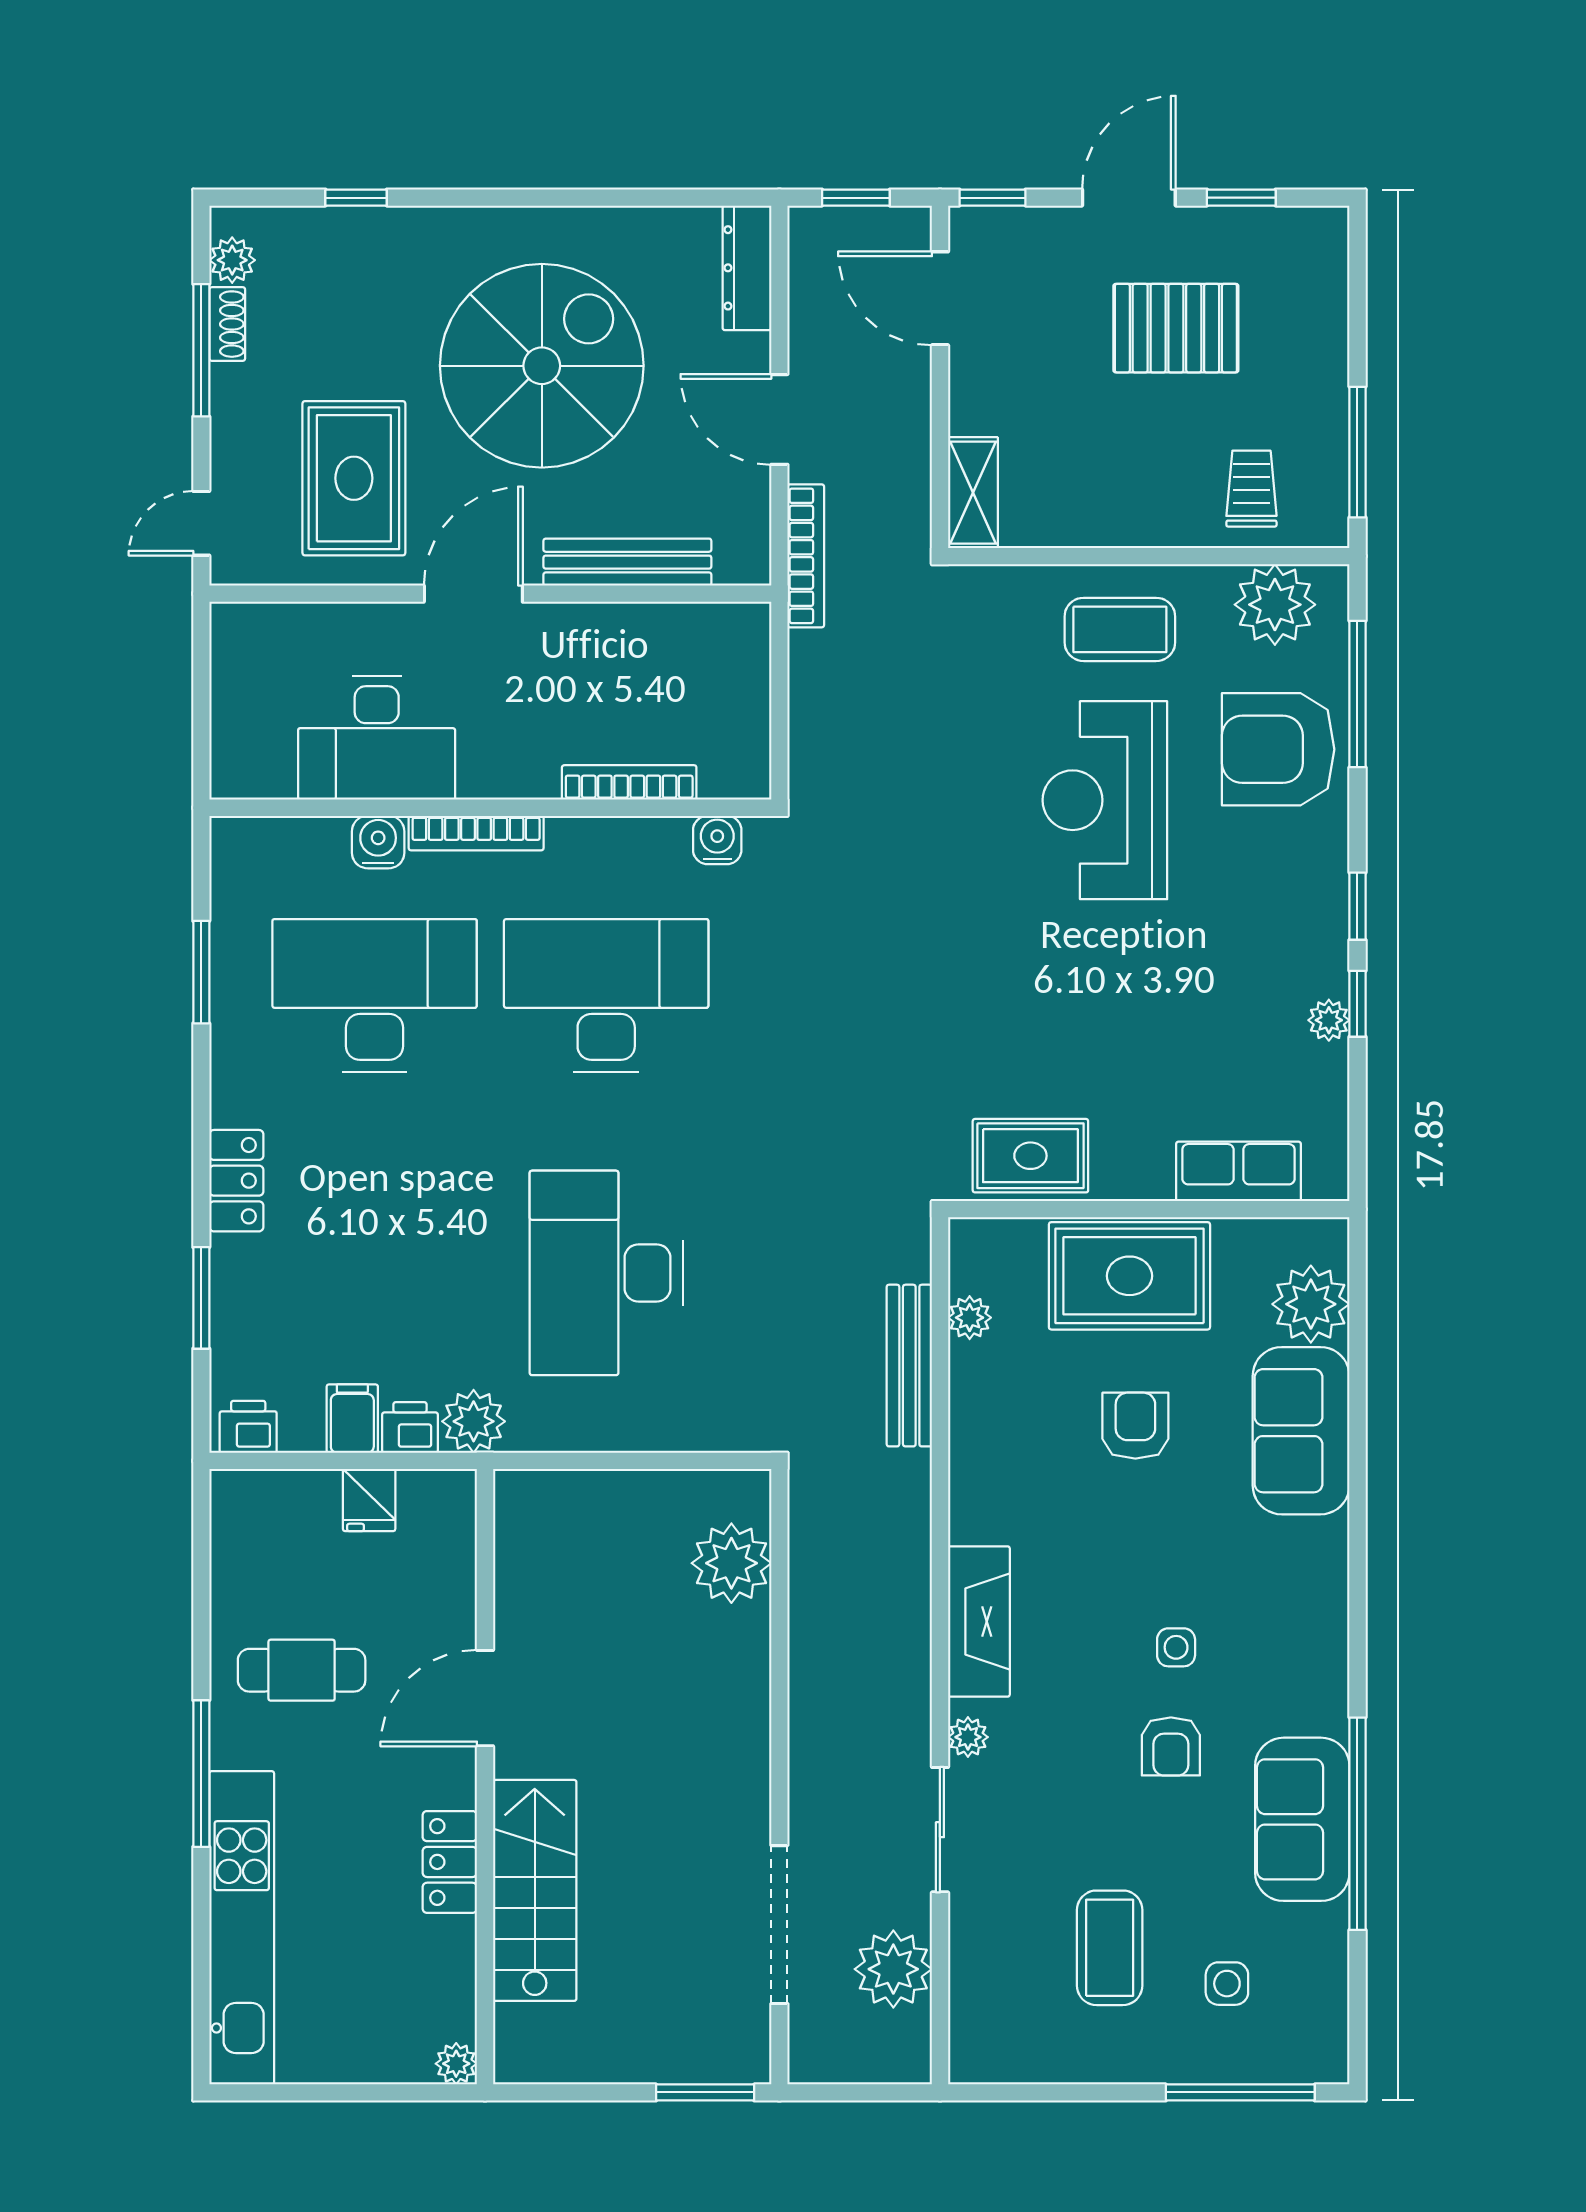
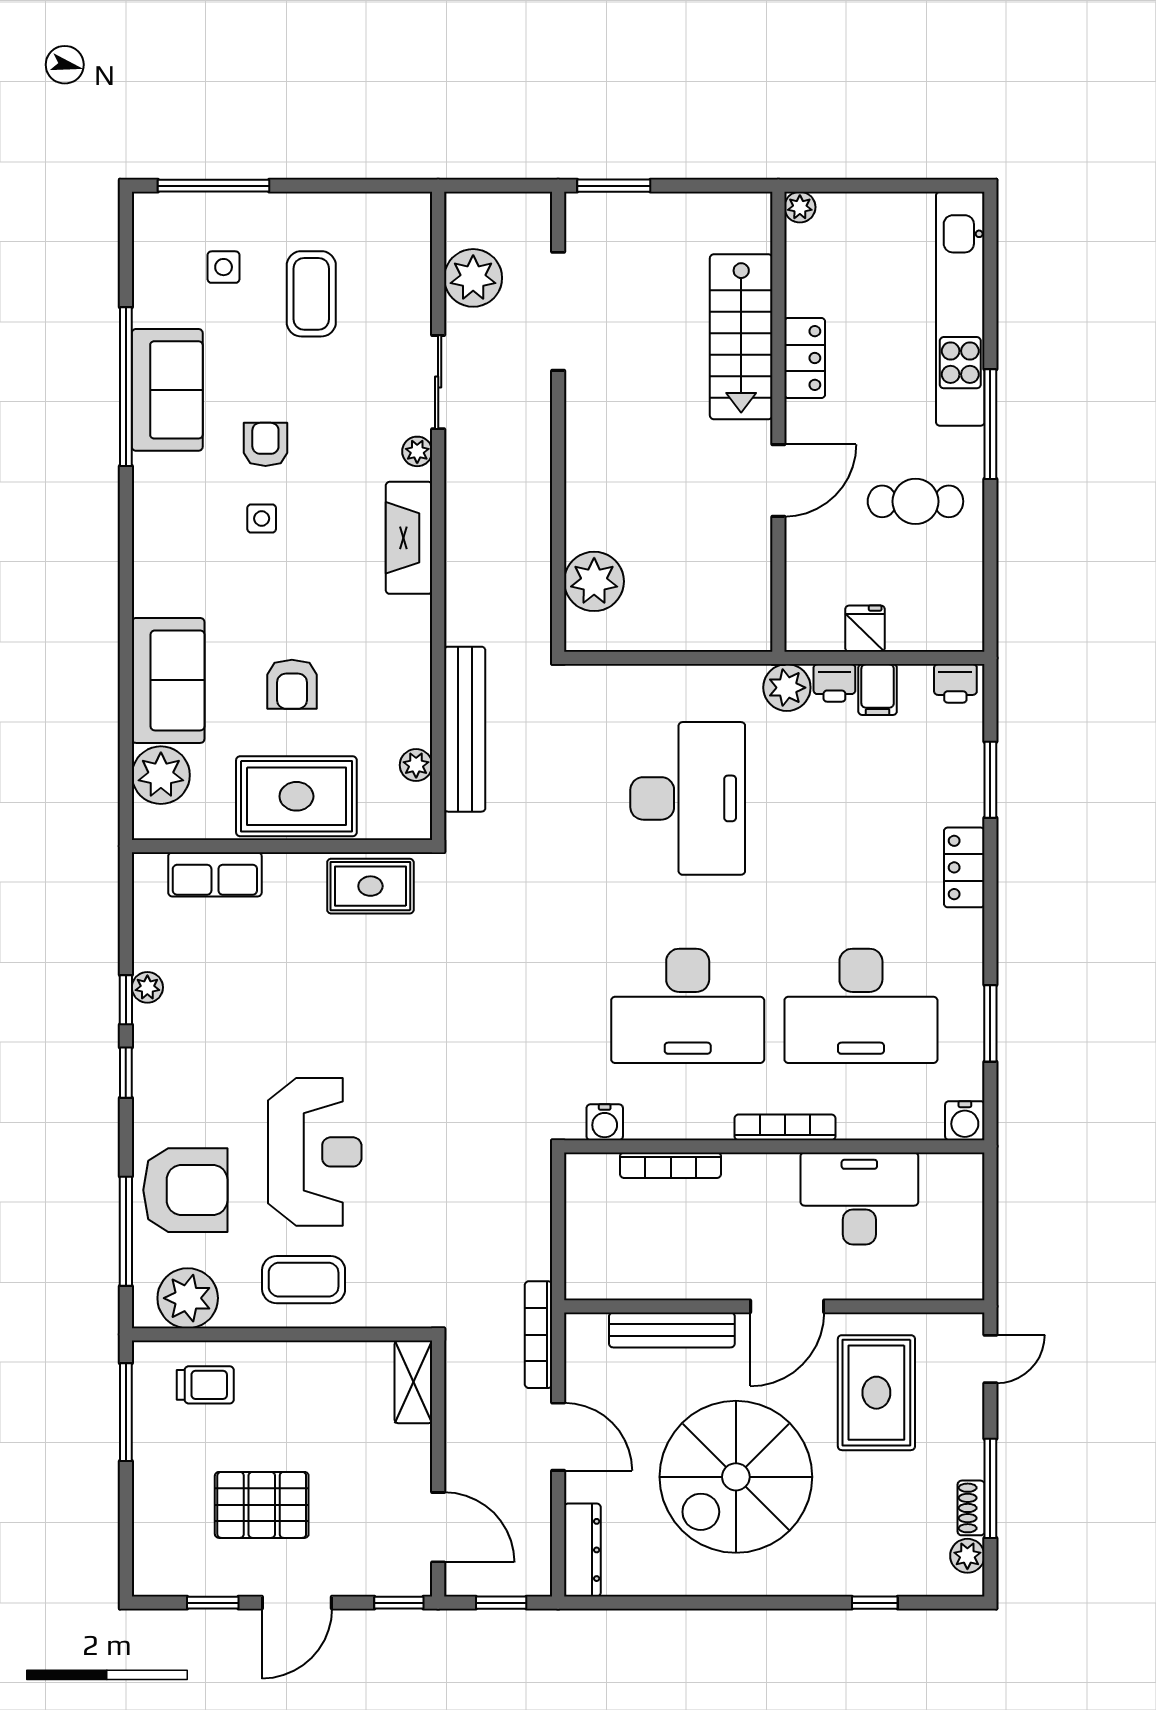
trolley: (1251, 489) -> (205, 1385), turned -90
water cooler: (378, 842) -> (965, 1121), moved
bench: (909, 1366) -> (465, 729), width x1.37, depth x1.21

